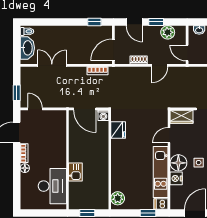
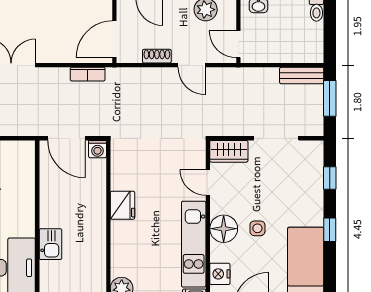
door: (159, 65) -> (192, 65), hinge flipped
fridge: (118, 130) -> (122, 205), moved
door: (169, 135) -> (208, 183), hinge flipped
nightstand: (176, 178) -> (220, 274), moved

